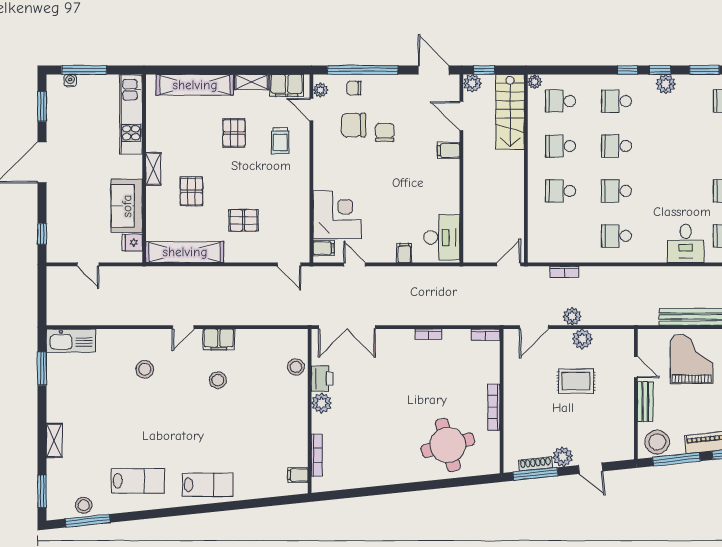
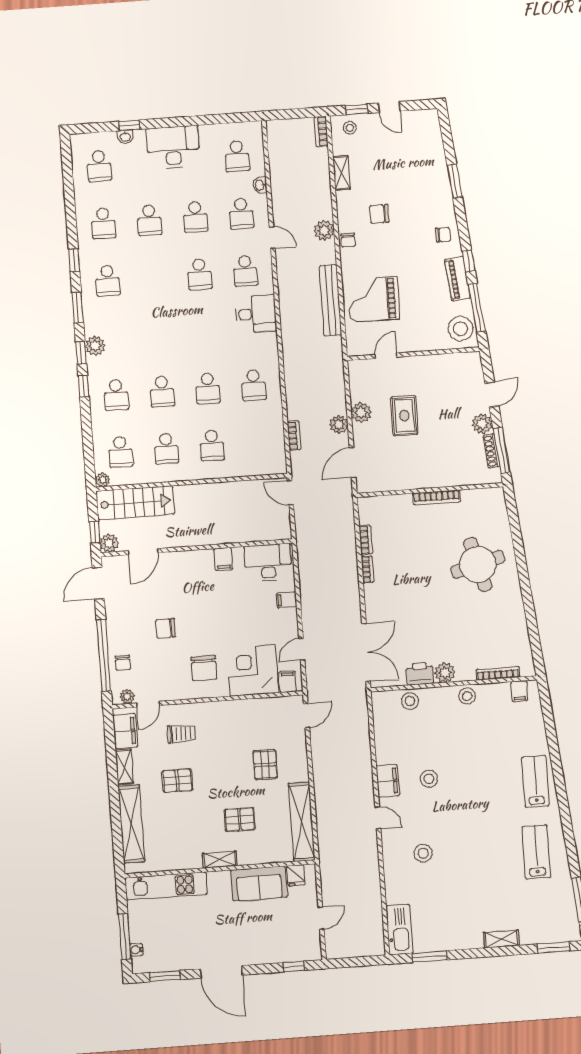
chair: (354, 125) -> (204, 668), moved
filing cabinet: (449, 150) -> (223, 559), moved
door: (534, 327) -> (353, 463), swing flipped
bookcase: (485, 335) -> (366, 540), moved
bench: (645, 402) -> (420, 344), removed
round table: (448, 445) -> (478, 564), moved
stool: (84, 505) -> (467, 696), moved

